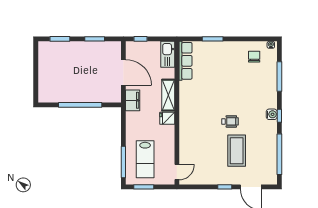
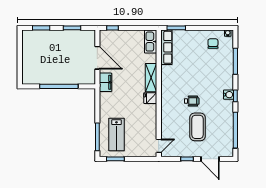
kitchen sink: (168, 54) -> (151, 42), moved
row of seats: (186, 61) -> (166, 47), moved
shelving: (168, 95) -> (151, 78), moved
wall: (177, 113) -> (159, 93), moved
fridge: (167, 118) -> (150, 98), moved
door: (177, 172) -> (159, 146), moved

